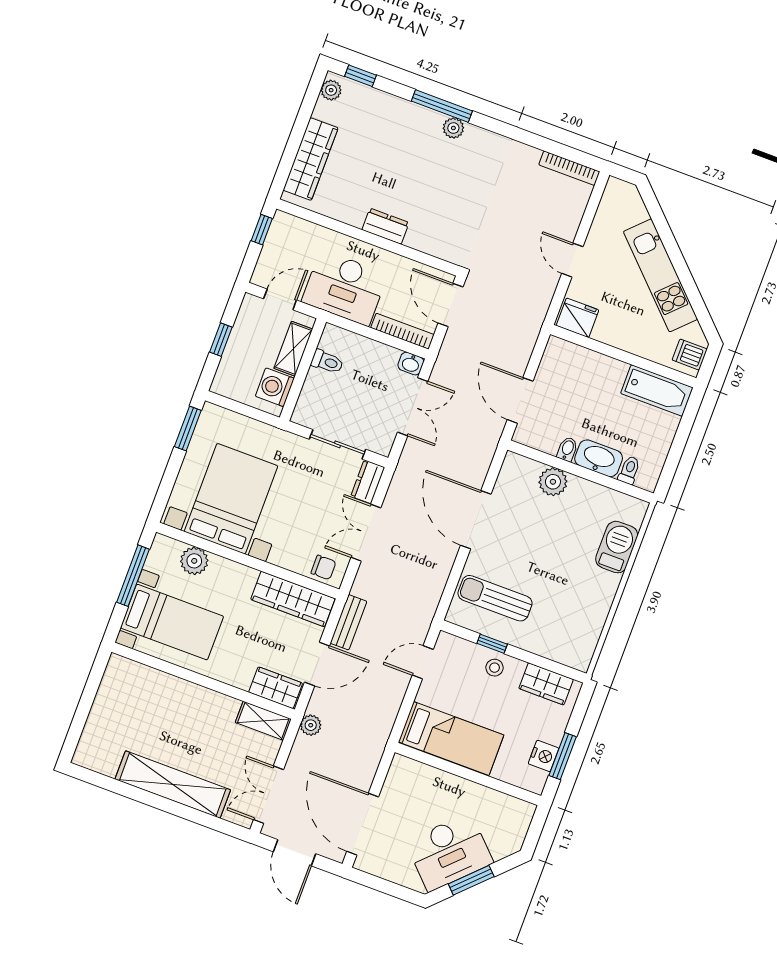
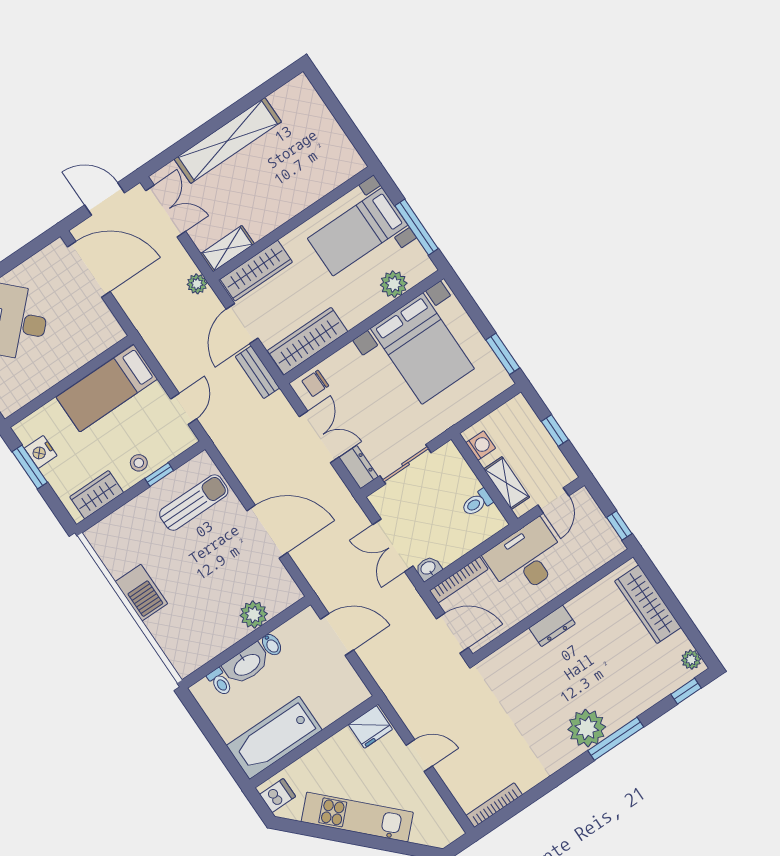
plant: (453, 128) -> (587, 728), width x1.87, depth x1.87
washing machine: (275, 387) -> (481, 445), width x0.73, depth x0.73
bathtub: (657, 390) -> (274, 738), width x1.36, depth x1.36
barbecue: (617, 547) -> (141, 593), moved
wardrobe: (276, 688) -> (256, 271), width x1.50

